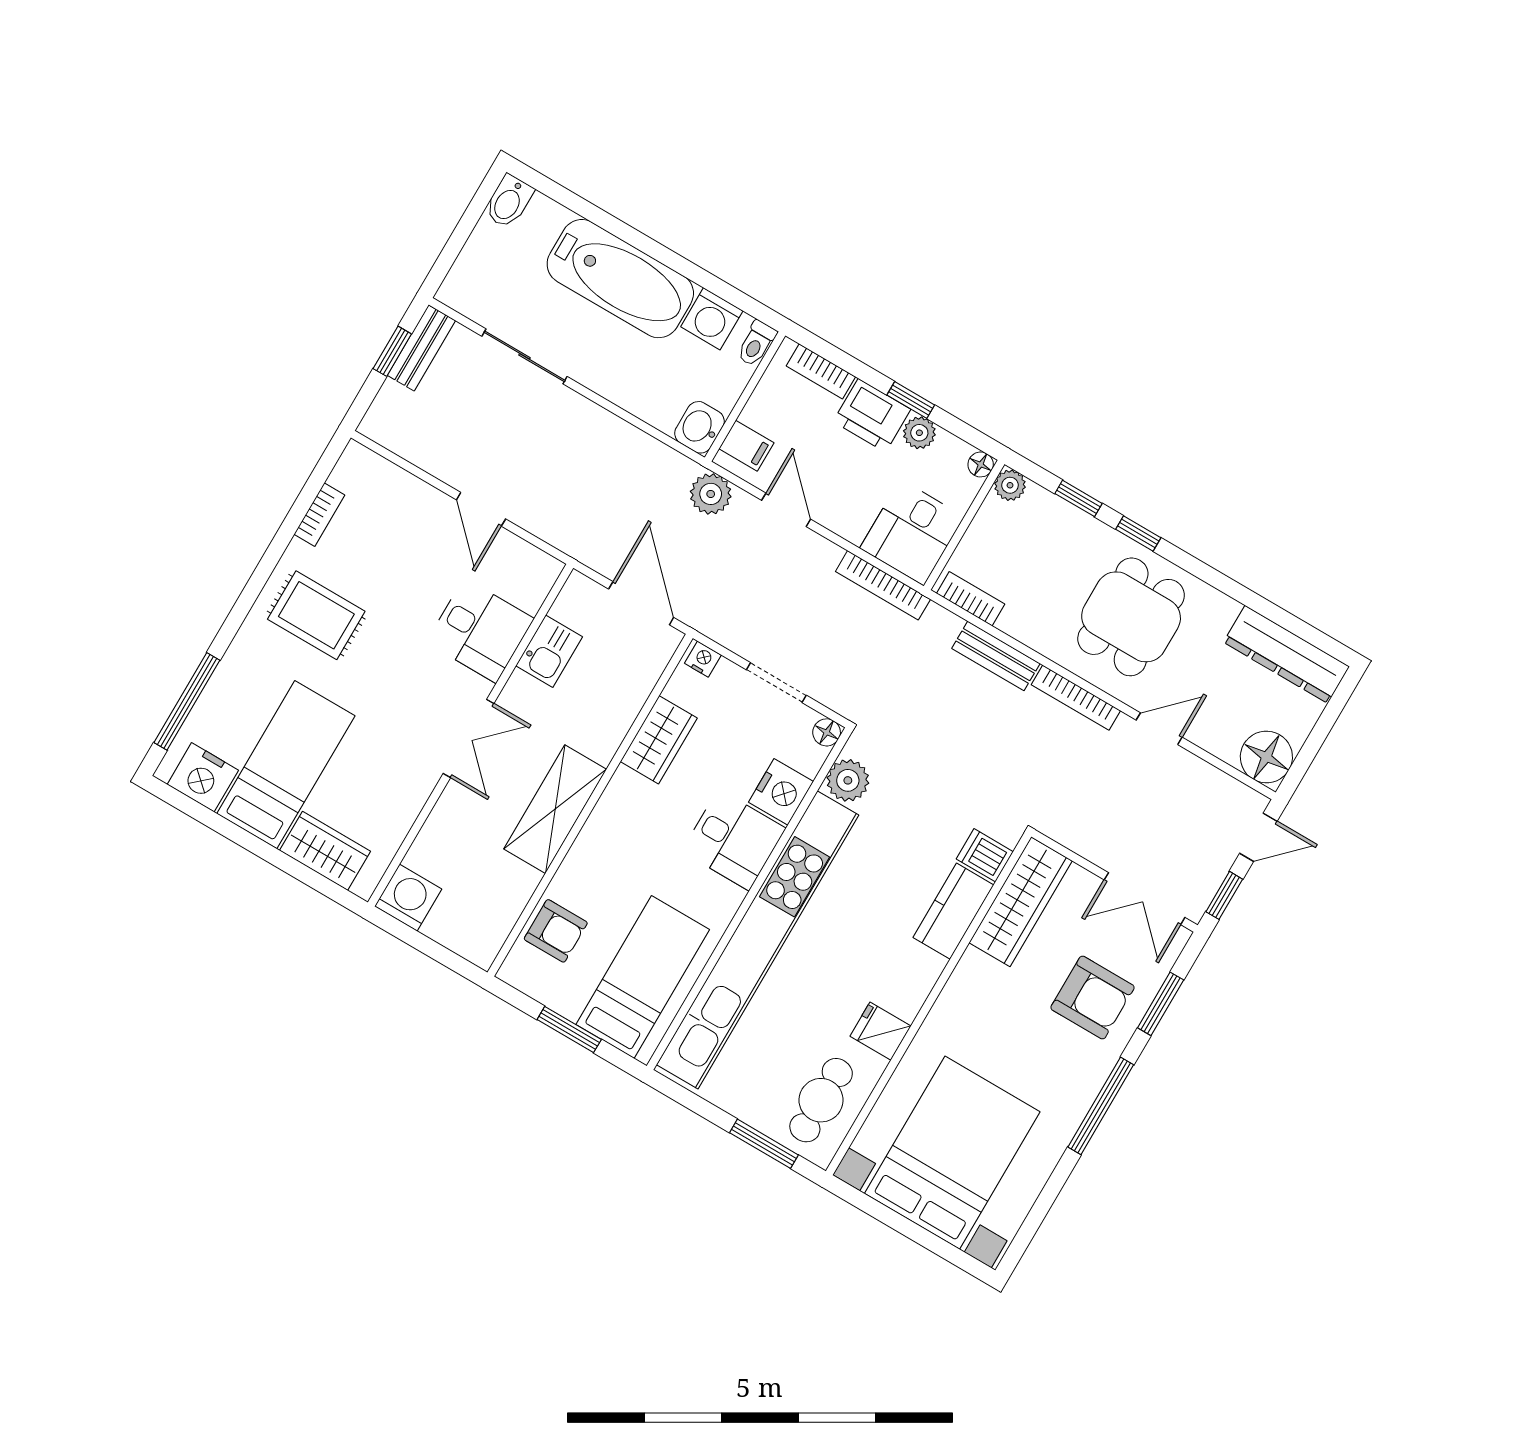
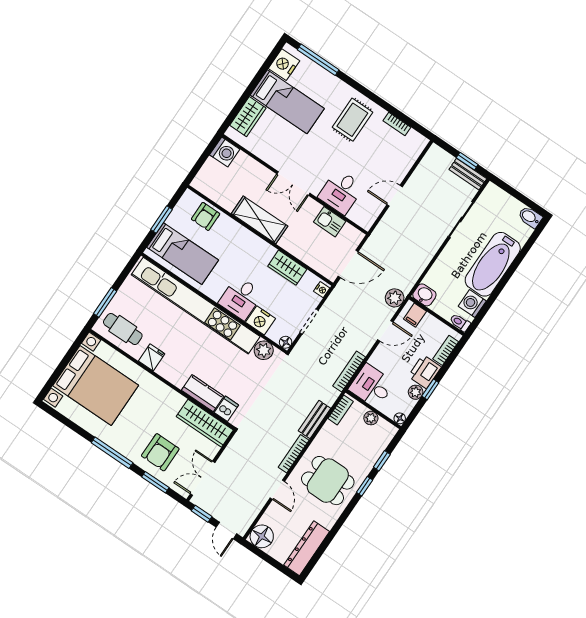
plant: (1010, 485) -> (371, 418), moved

